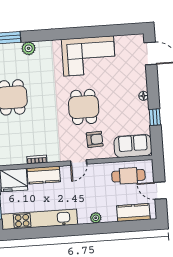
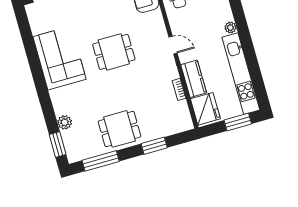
armchair: (95, 139) -> (145, 33), removed
plant: (96, 218) -> (230, 28), moved

